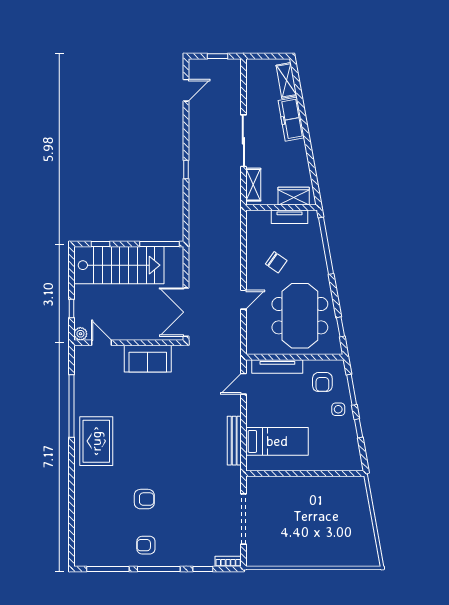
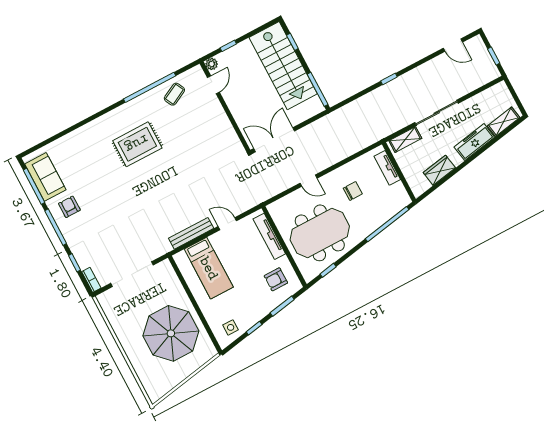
wardrobe: (294, 196) -> (439, 170), moved, turned -100
tv unit: (289, 217) -> (387, 168), moved
chair: (276, 262) -> (353, 191), turned -125
sofa: (148, 359) -> (45, 177), moved, turned 180
door: (243, 384) -> (227, 224), moved
coffee table: (91, 385) -> (174, 94), added
side table: (338, 409) -> (231, 327), moved
rug: (96, 441) -> (137, 144), moved
armchair: (144, 499) -> (106, 186), removed
parasol: (321, 512) -> (171, 333), added

